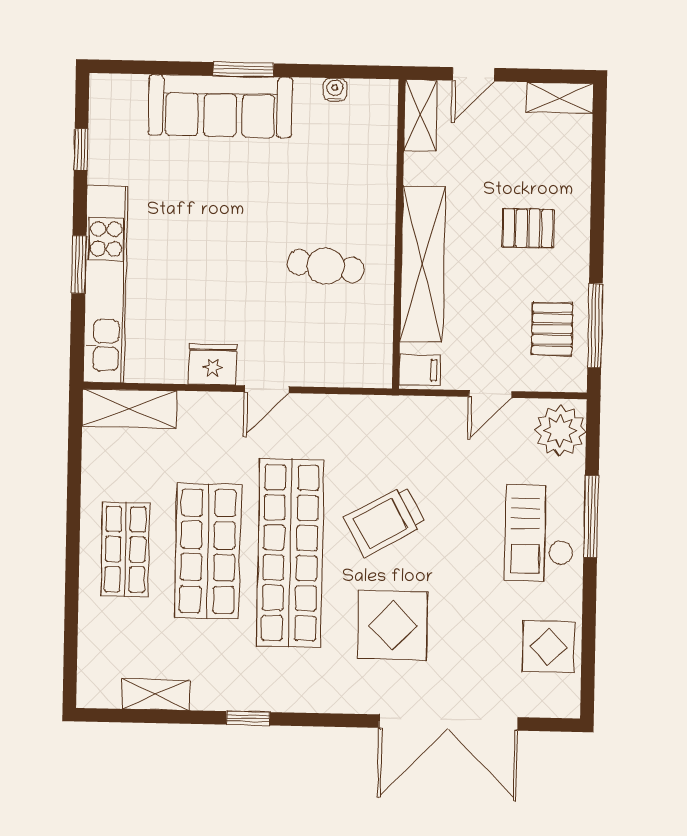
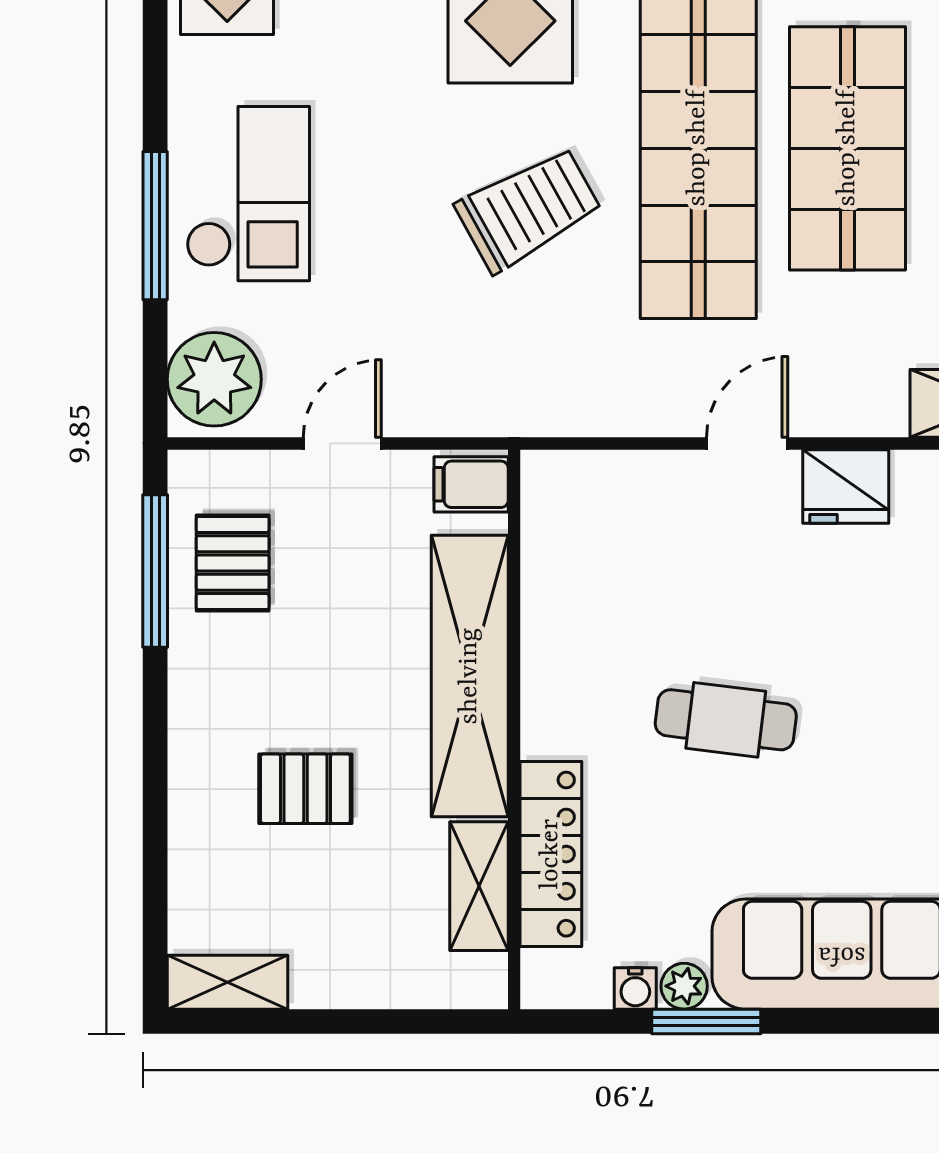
window: (243, 69) -> (706, 1021), moved
door: (474, 74) -> (385, 1021), removed
plant: (308, 90) -> (684, 986), added
shelving: (421, 115) -> (479, 886), moved
locker: (380, 165) -> (551, 854), added
pallet: (528, 228) -> (305, 789), moved
cafe table: (326, 266) -> (726, 720), moved

